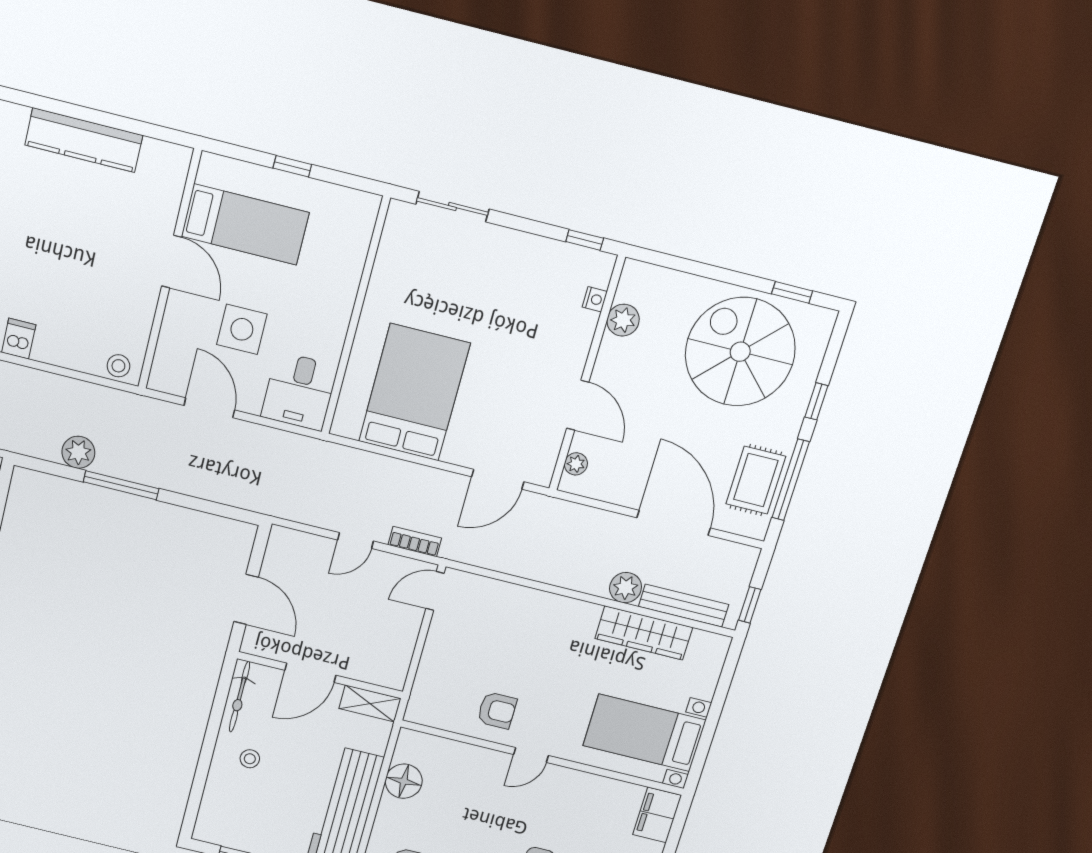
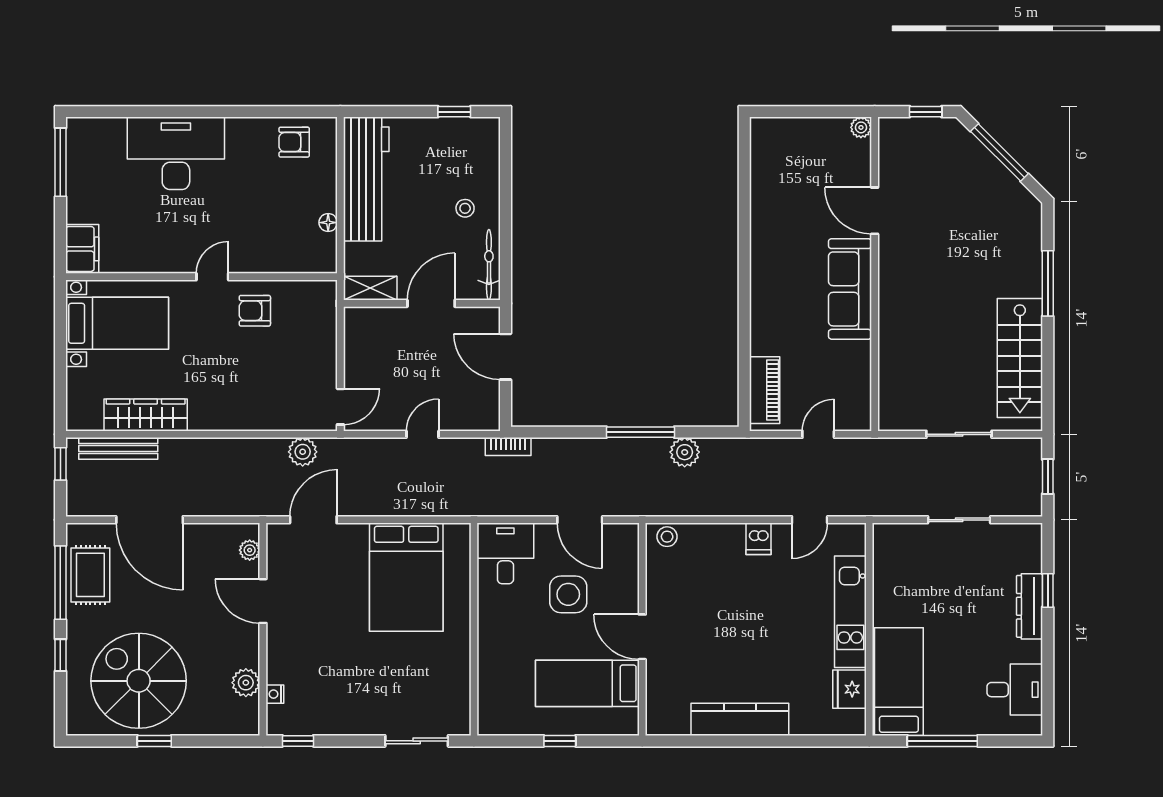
window: (792, 292) -> (154, 741), moved
spiral stairs: (740, 352) -> (139, 681), turned 180
bookcase: (415, 541) -> (508, 447), moved
plant: (626, 588) -> (303, 452), moved
floor lamp: (404, 781) -> (328, 223), width x0.53, depth x0.53

